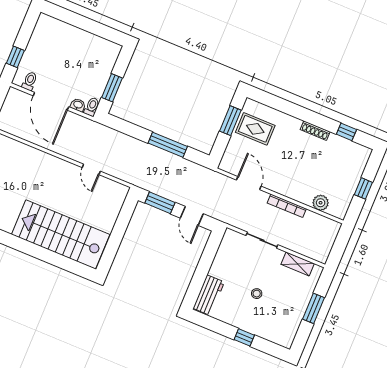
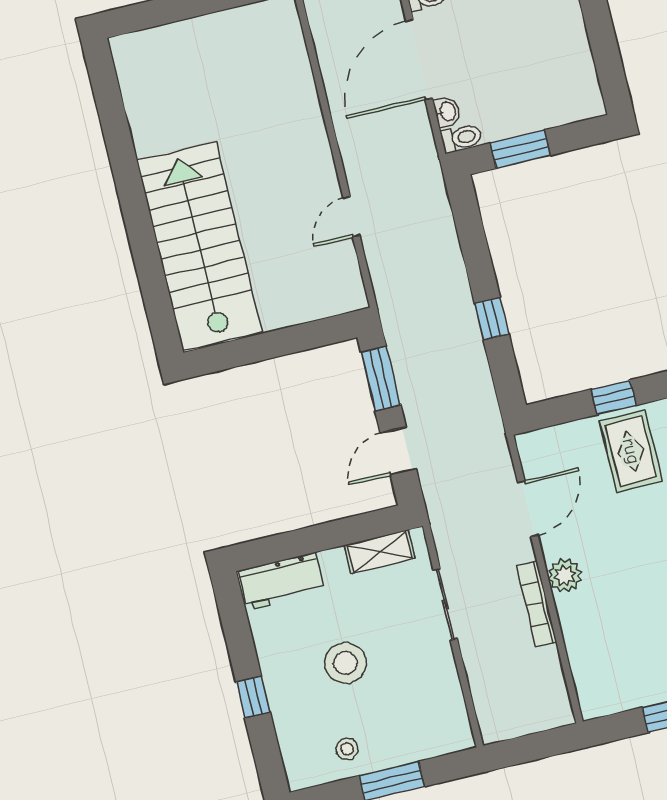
window: (230, 121) -> (614, 397), width x0.67
window: (168, 145) -> (492, 319), width x0.46
plant: (321, 203) -> (565, 575), moved
shelving: (298, 264) -> (380, 552), moved, turned 90
stool: (257, 294) -> (345, 663), width x1.89, depth x1.89
stool: (289, 316) -> (347, 749), added

